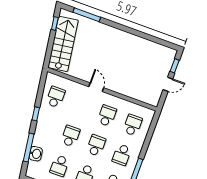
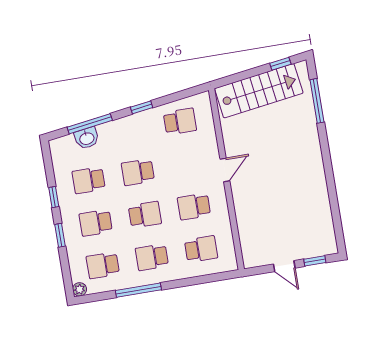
school desk: (107, 116) -> (194, 207), turned 180
school desk: (70, 136) -> (138, 172), turned 180

